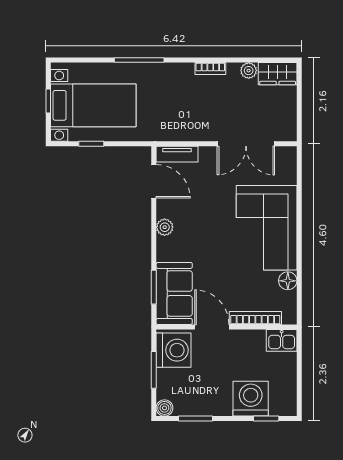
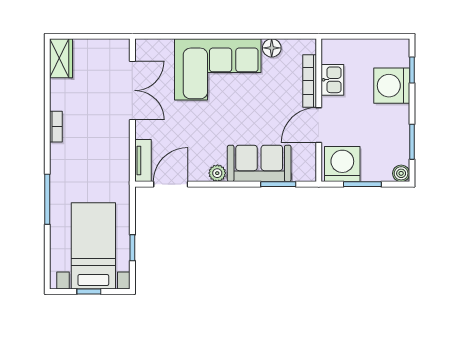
plant: (249, 71) -> (58, 88), removed
sofa: (174, 293) -> (259, 163), moved
kitchen sink: (282, 340) -> (332, 80), moved

